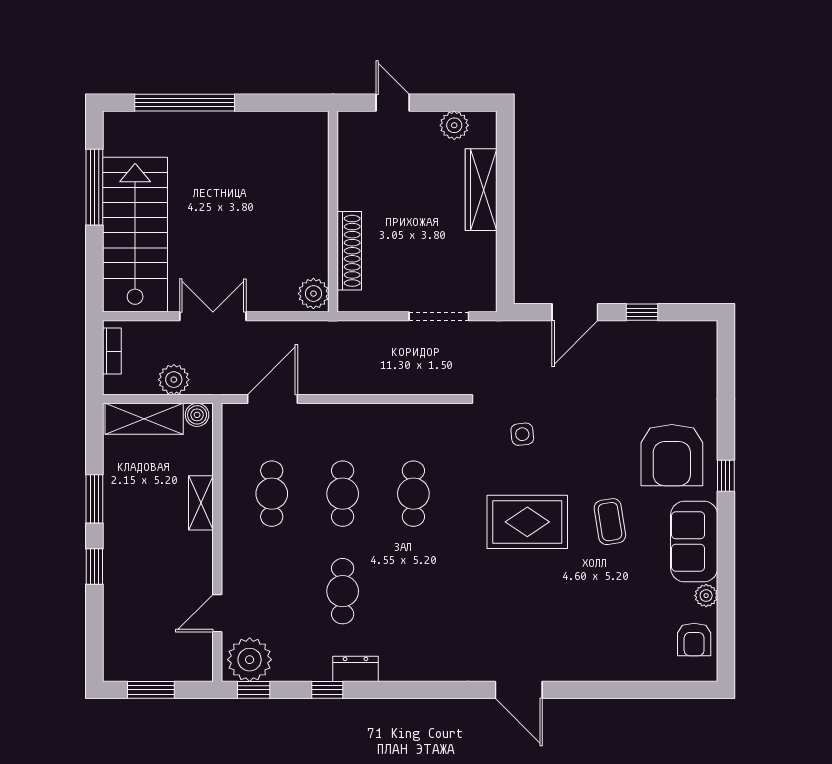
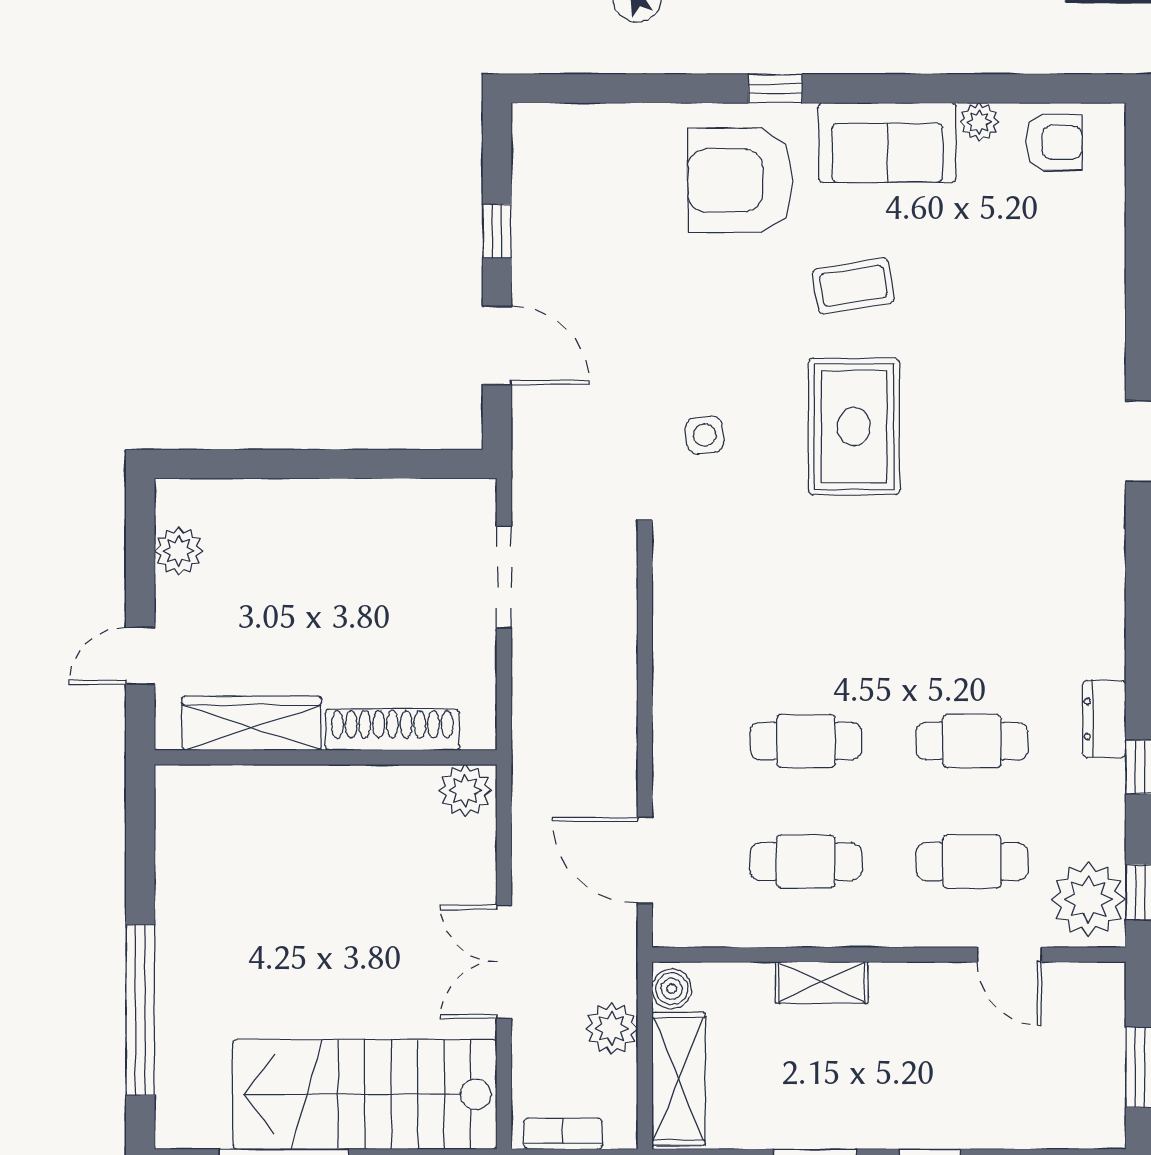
wardrobe: (481, 190) -> (252, 723), moved, turned 180
armchair: (672, 455) -> (740, 180), turned 180
cafe table: (413, 494) -> (972, 862), moved

